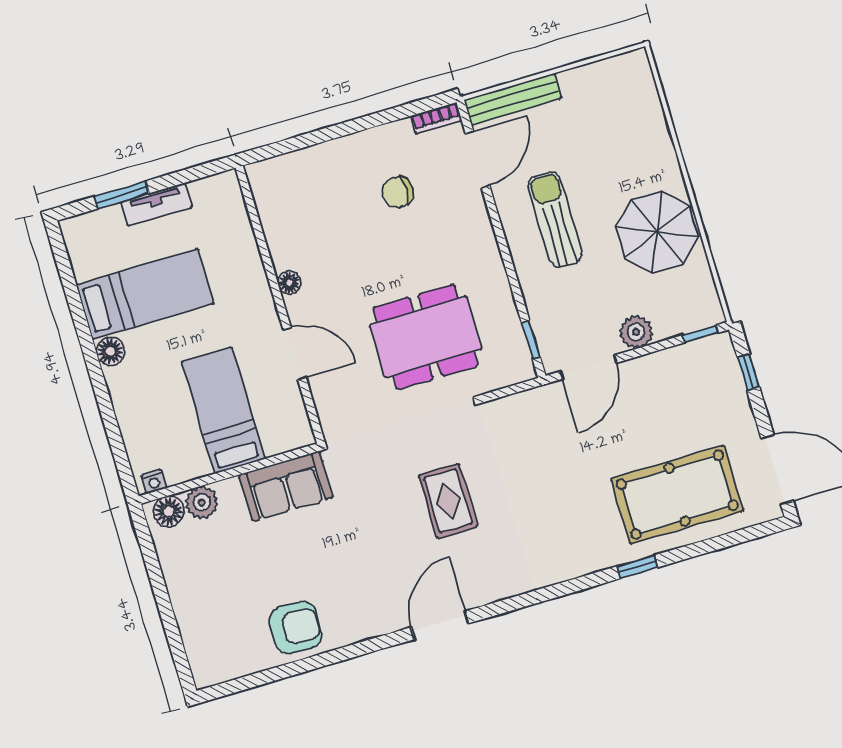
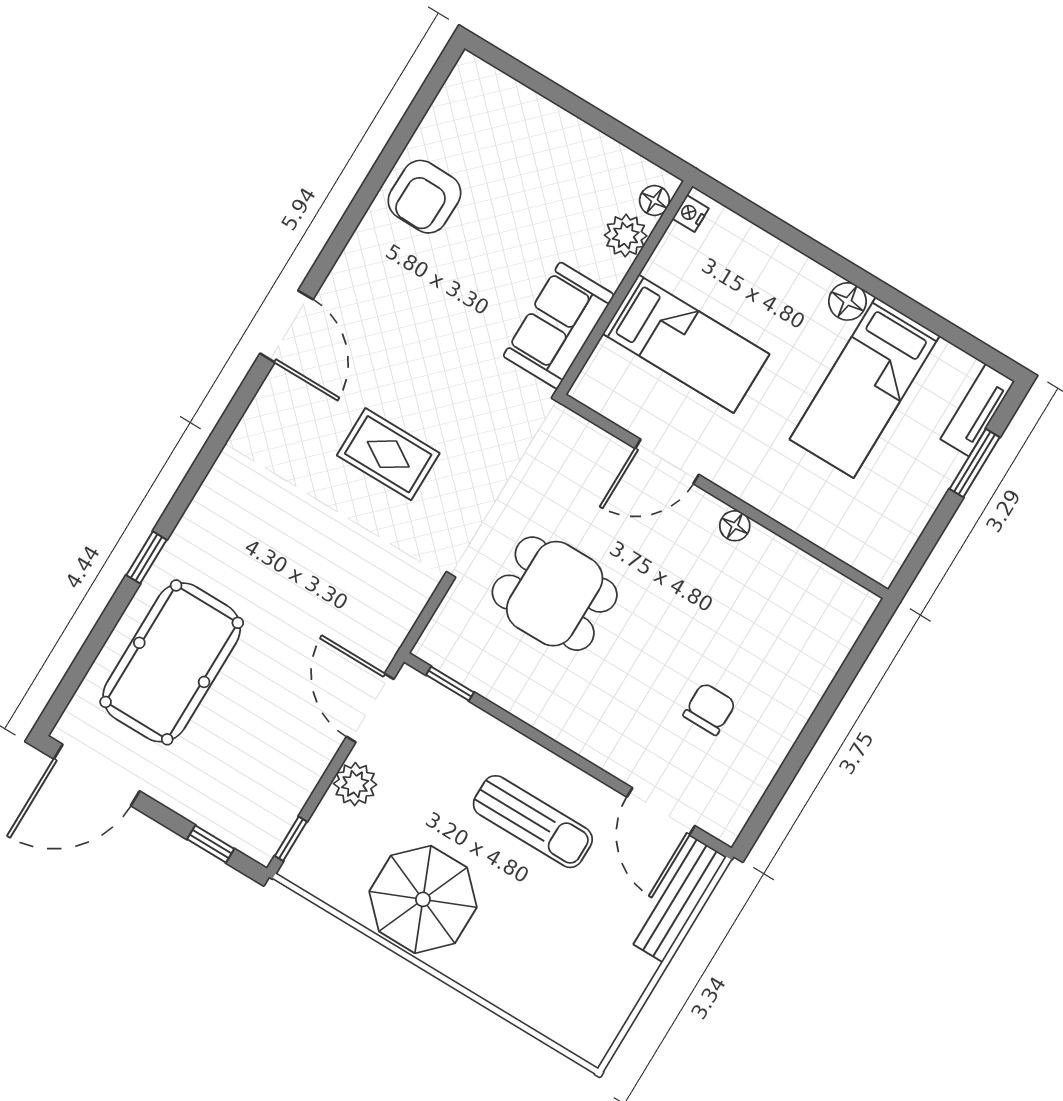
bookcase: (436, 118) -> (737, 815), removed
tv unit: (157, 204) -> (977, 410), moved
dining table: (426, 337) -> (555, 594), width x0.73
floor lamp: (169, 511) -> (654, 201), width x0.73, depth x0.73

